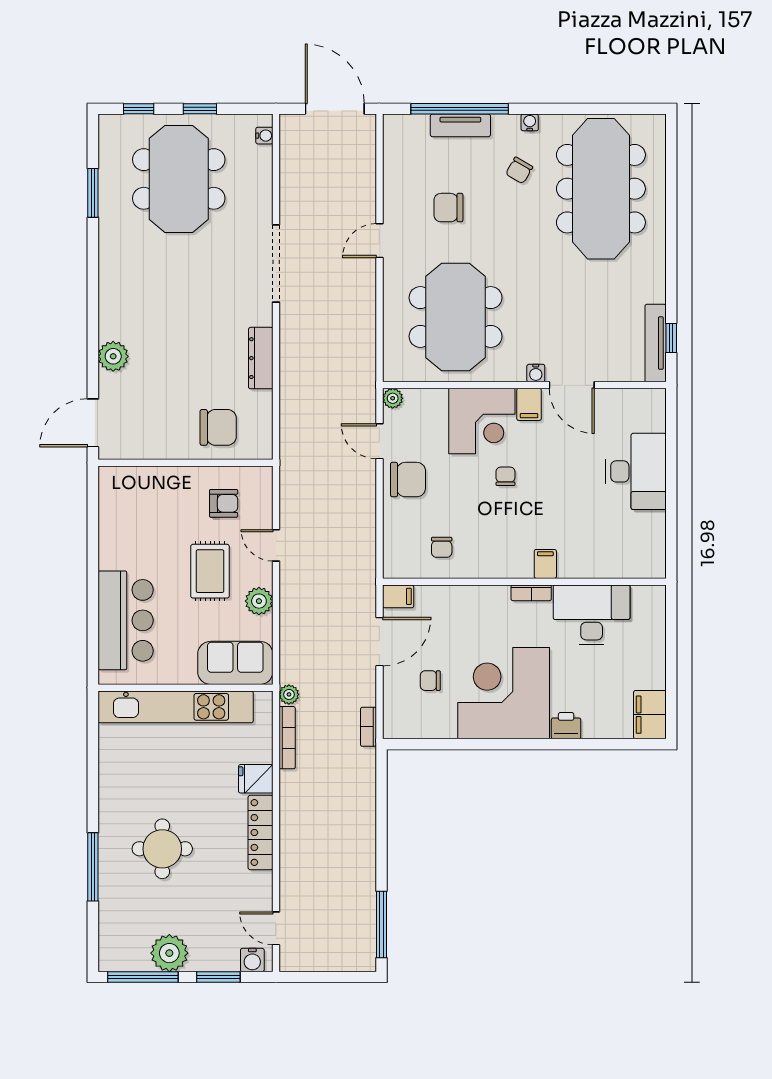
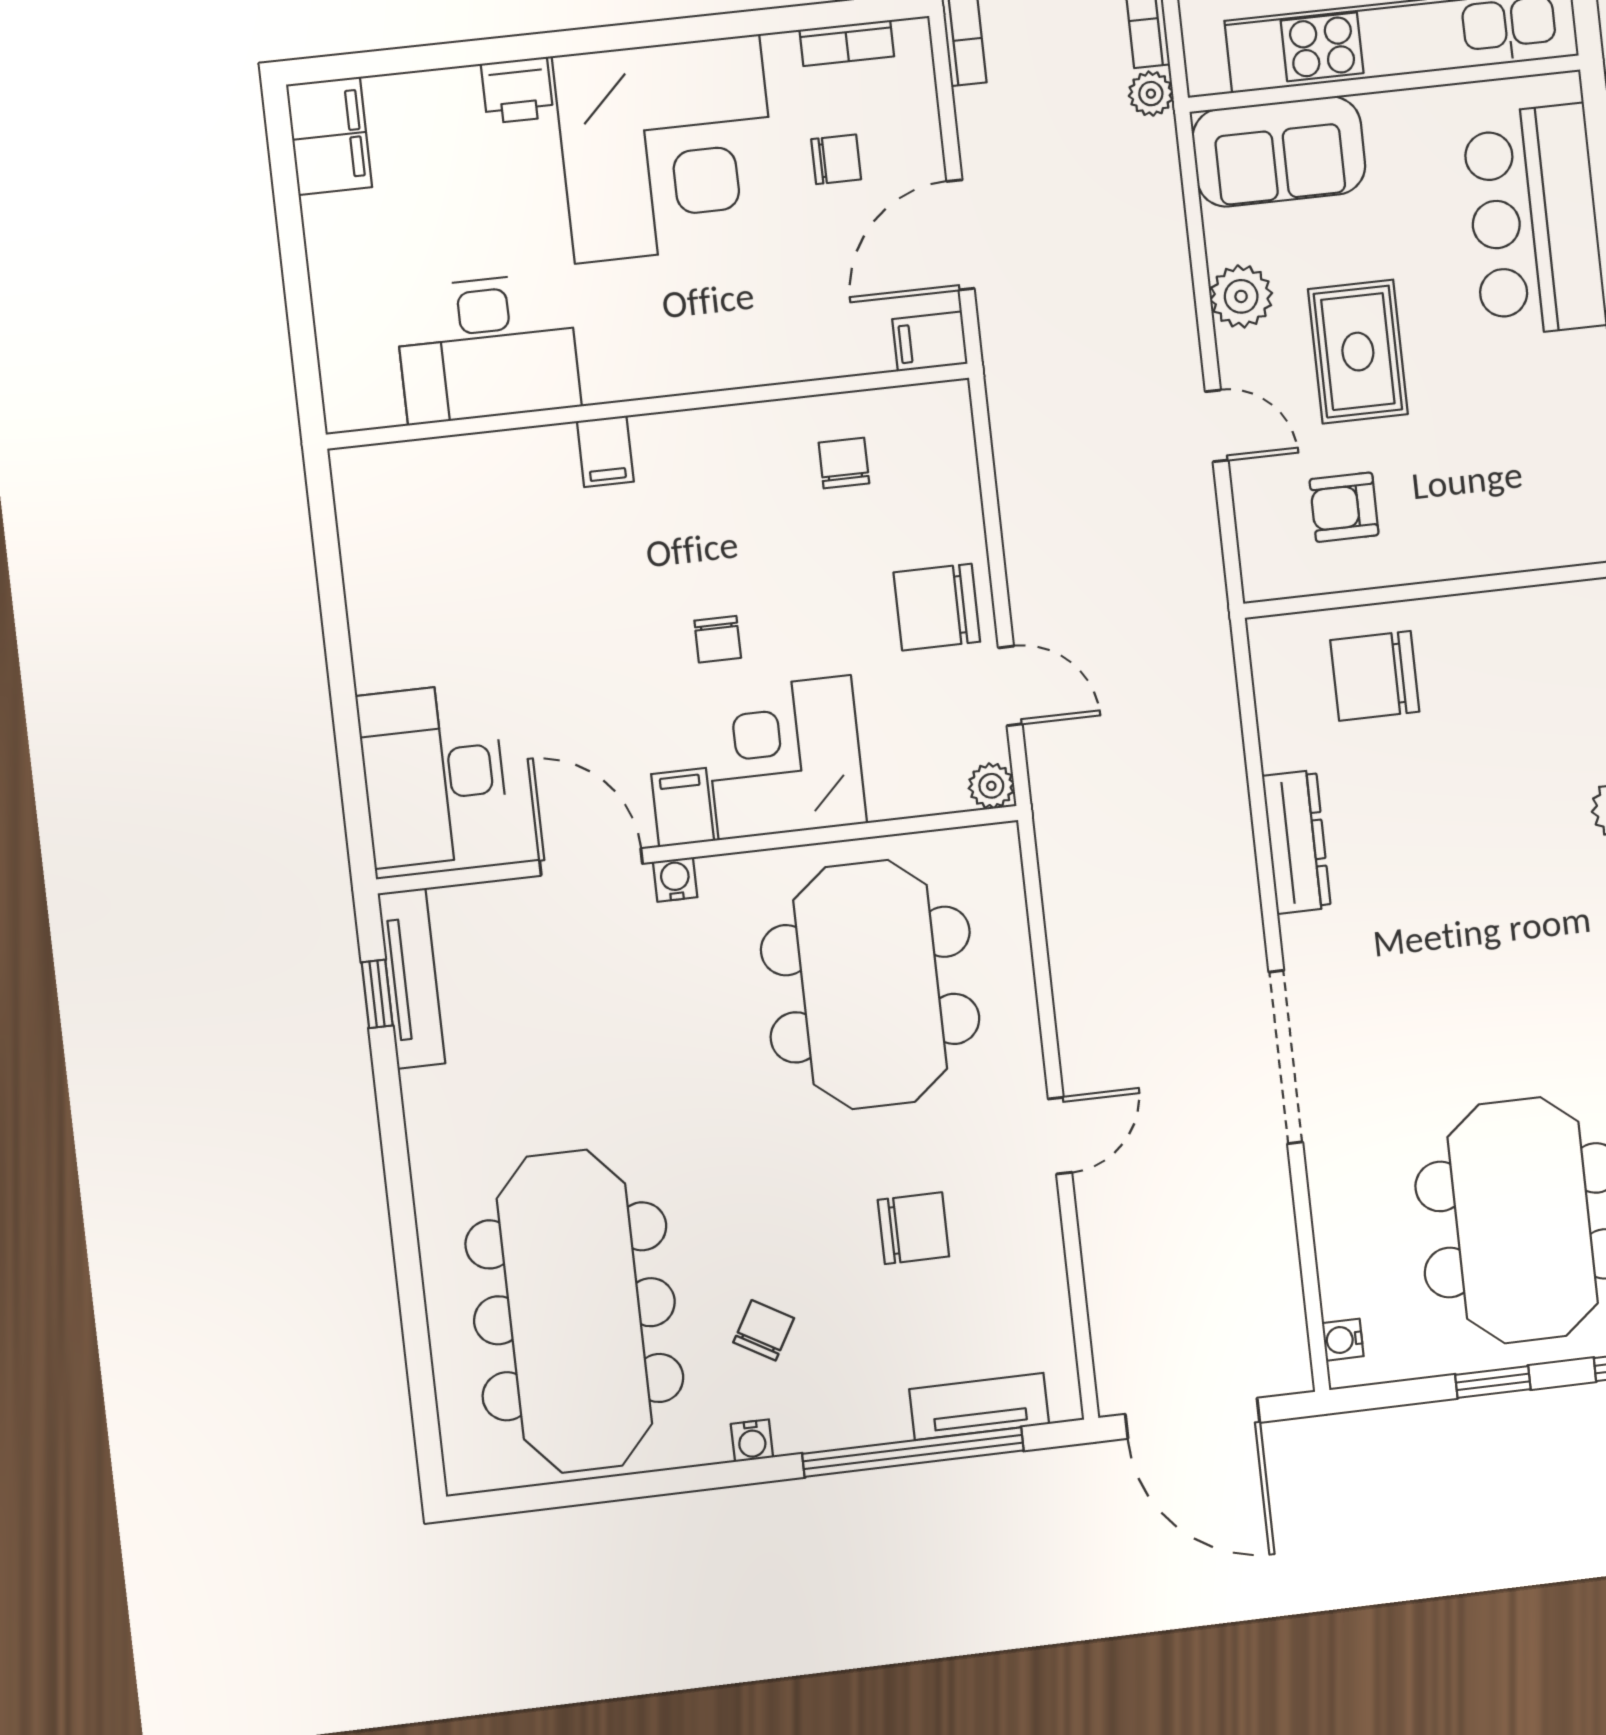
tv unit: (460, 125) -> (979, 1406), moved
desk: (636, 471) -> (433, 775), moved
bookcase: (531, 593) -> (847, 43), moved, turned 180

